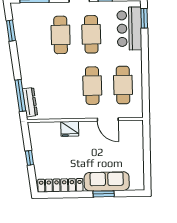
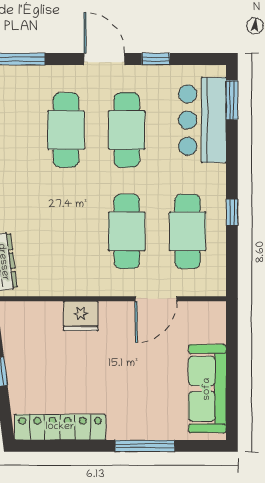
window: (145, 75) -> (232, 212), added
door: (108, 119) -> (156, 299), hinge flipped
sofa: (107, 181) -> (207, 389), moved, turned -90
window: (104, 194) -> (145, 446), width x1.44

